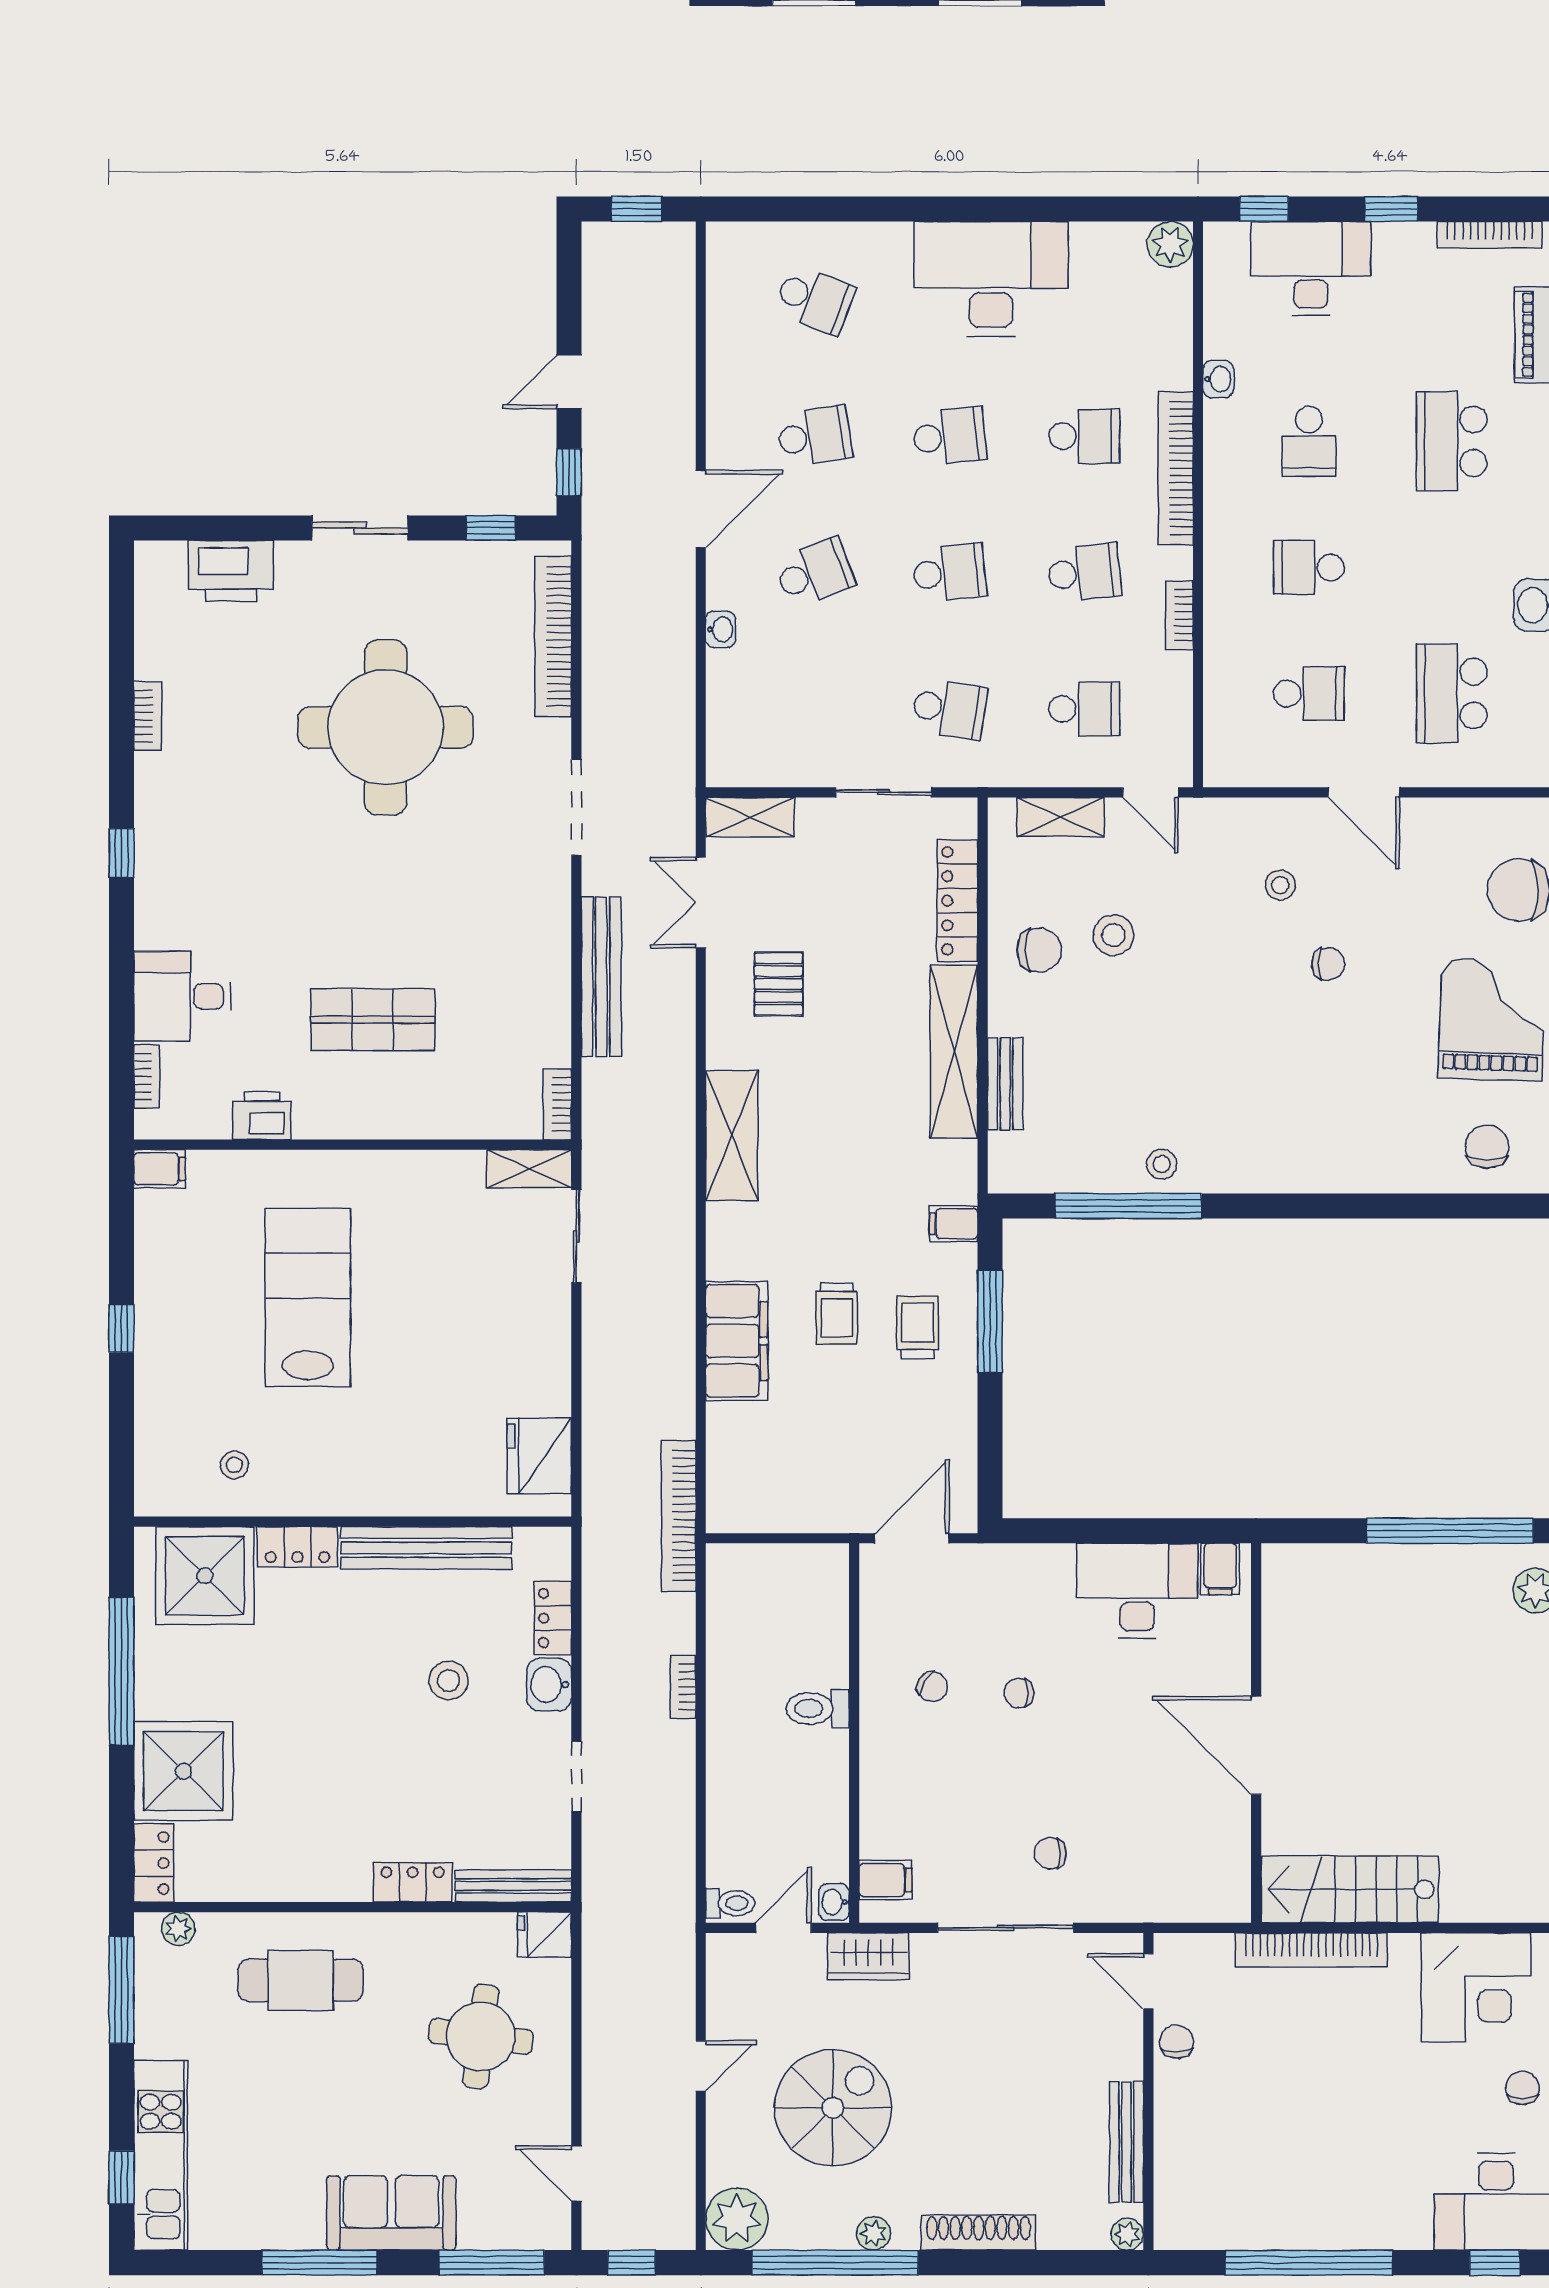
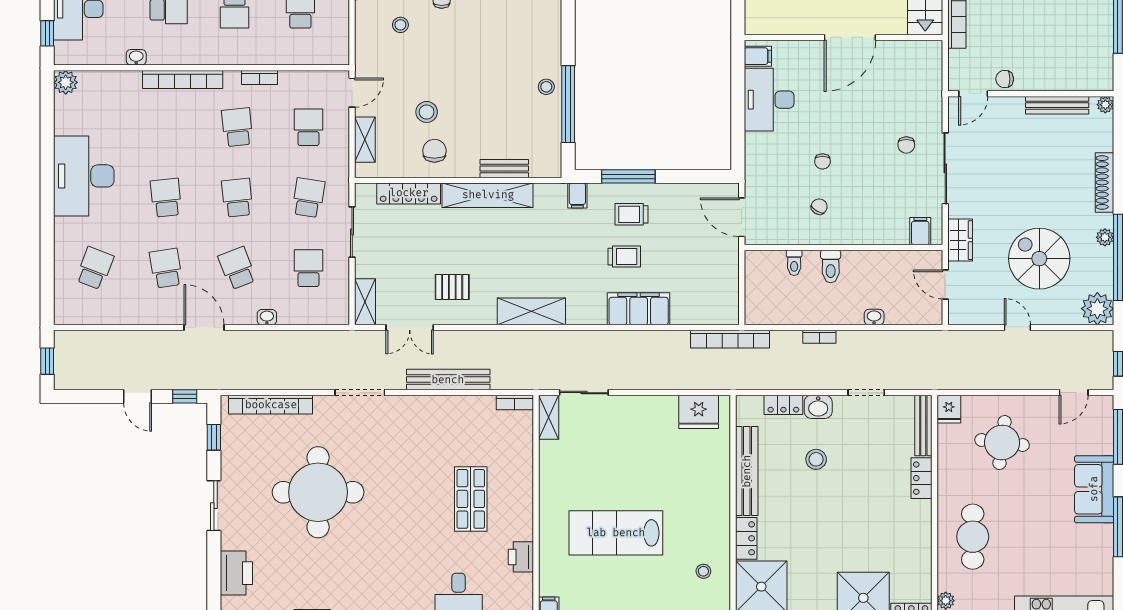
school desk: (1084, 436) -> (308, 268), moved
washbasin: (834, 1902) -> (874, 317), moved, turned 180
toilet: (730, 1903) -> (794, 263), moved, turned 180

